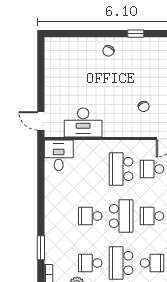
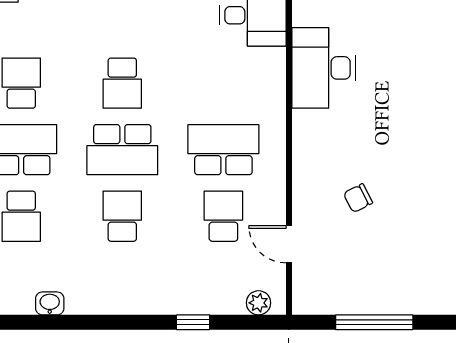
school desk: (90, 216) -> (122, 83), turned 180

